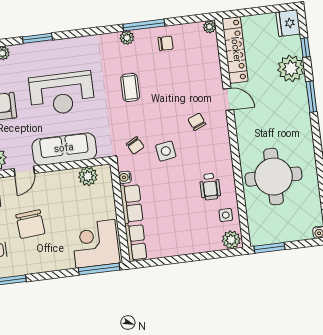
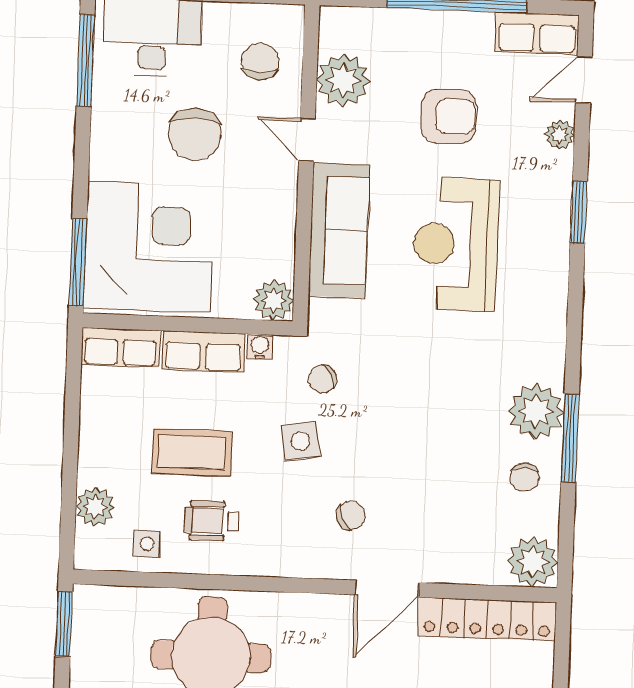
plant: (209, 27) -> (533, 562), width x1.87, depth x1.87
plant: (127, 38) -> (536, 411), width x1.88, depth x1.88
coffee table: (130, 87) -> (192, 452), moved, width x1.36, depth x1.30
door: (228, 99) -> (387, 589), width x1.38
plant: (88, 176) -> (274, 300), moved
chair: (30, 224) -> (195, 134), turned -85
plant: (231, 240) -> (95, 507), moved
corner desk: (95, 244) -> (149, 247), width x1.36, depth x1.36

